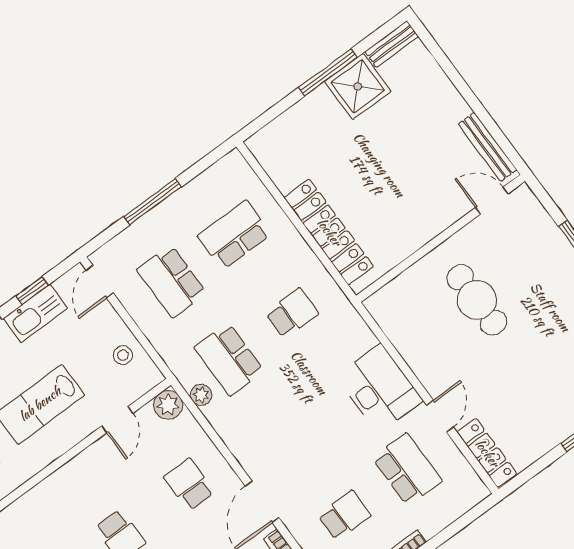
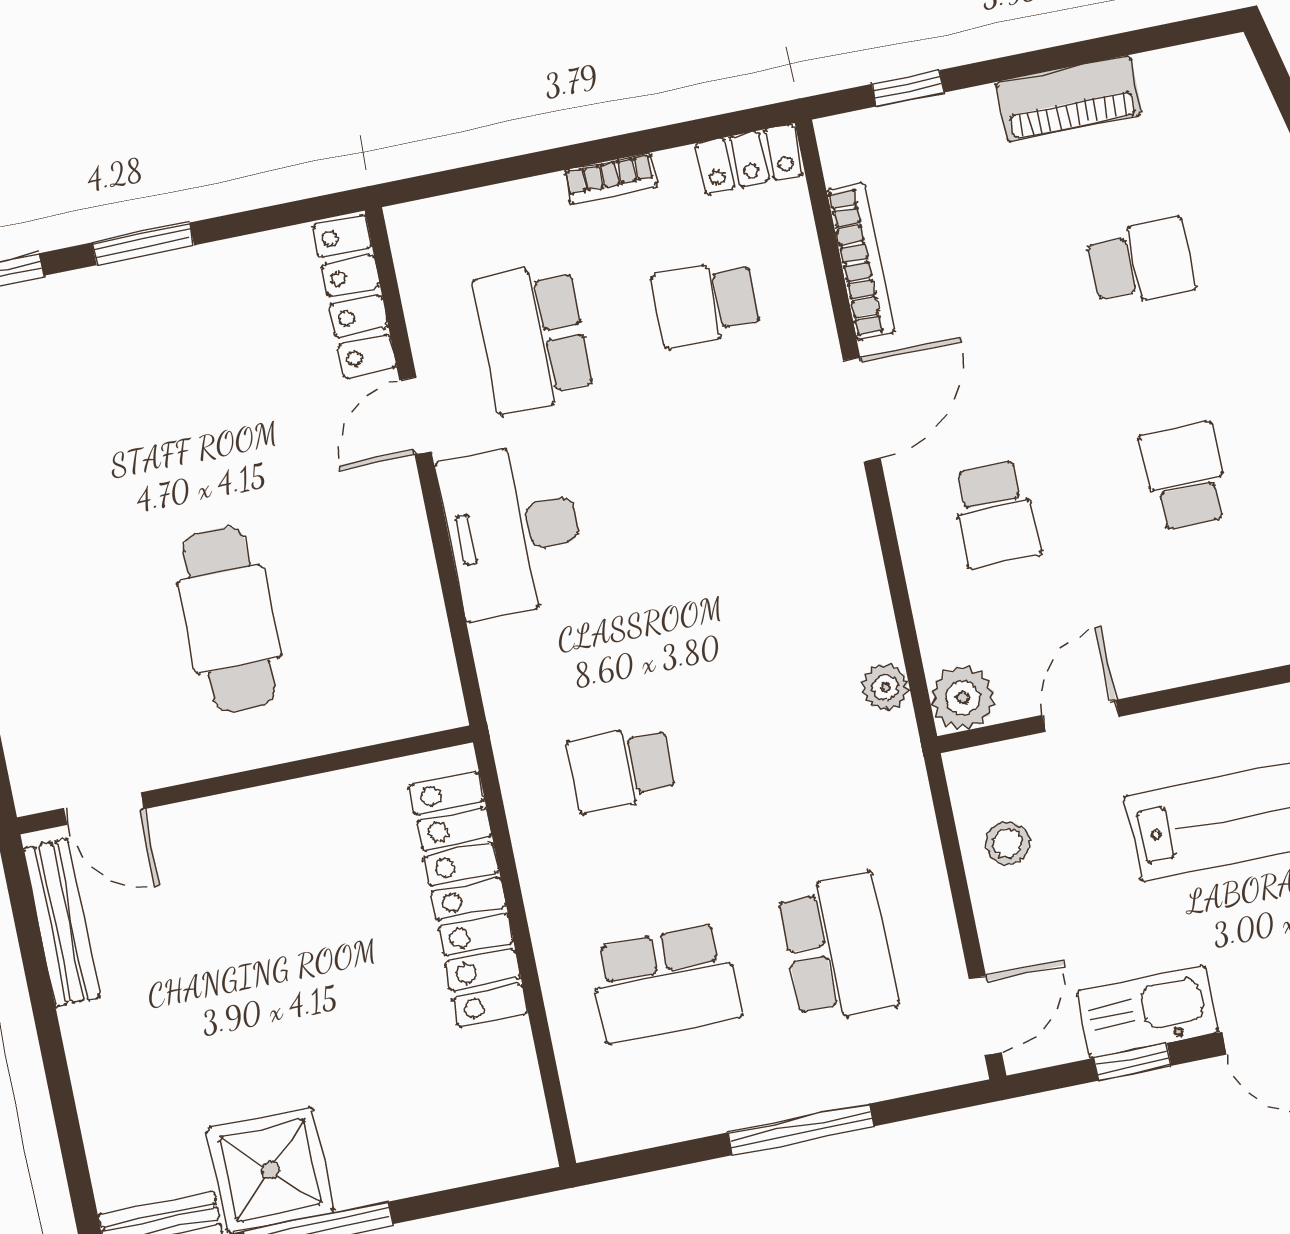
school desk: (229, 359) -> (794, 733), removed

